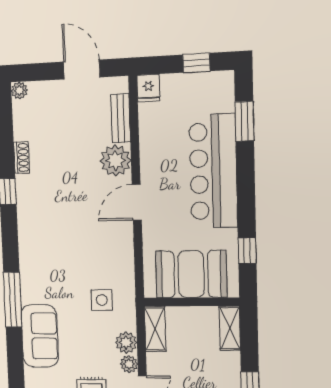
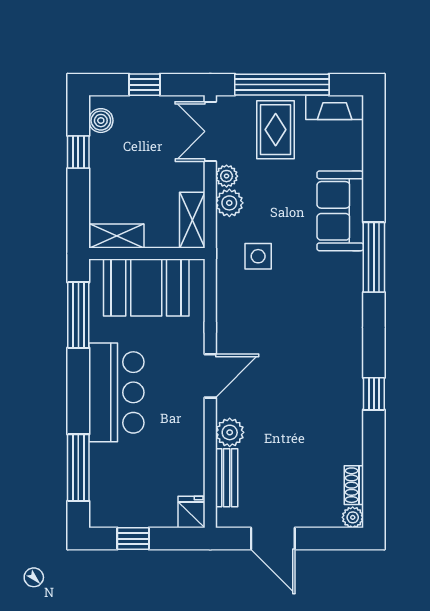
window: (244, 121) -> (78, 468), width x1.44
shoe rack: (22, 158) -> (354, 485), moved
plant: (115, 161) -> (230, 432), width x0.73, depth x0.73
bar counter: (213, 171) -> (116, 392), width x0.73
window: (247, 251) -> (78, 315), width x2.17
shelving: (230, 328) -> (117, 236), moved, turned 90

